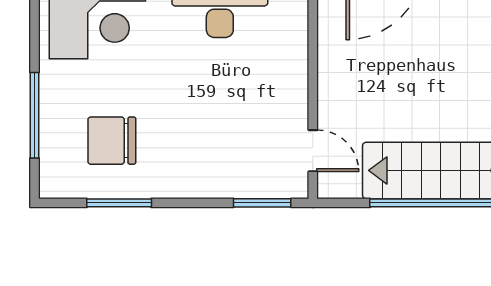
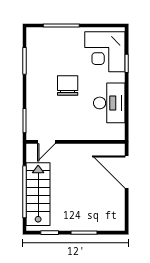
chair: (112, 141) -> (68, 86), moved

